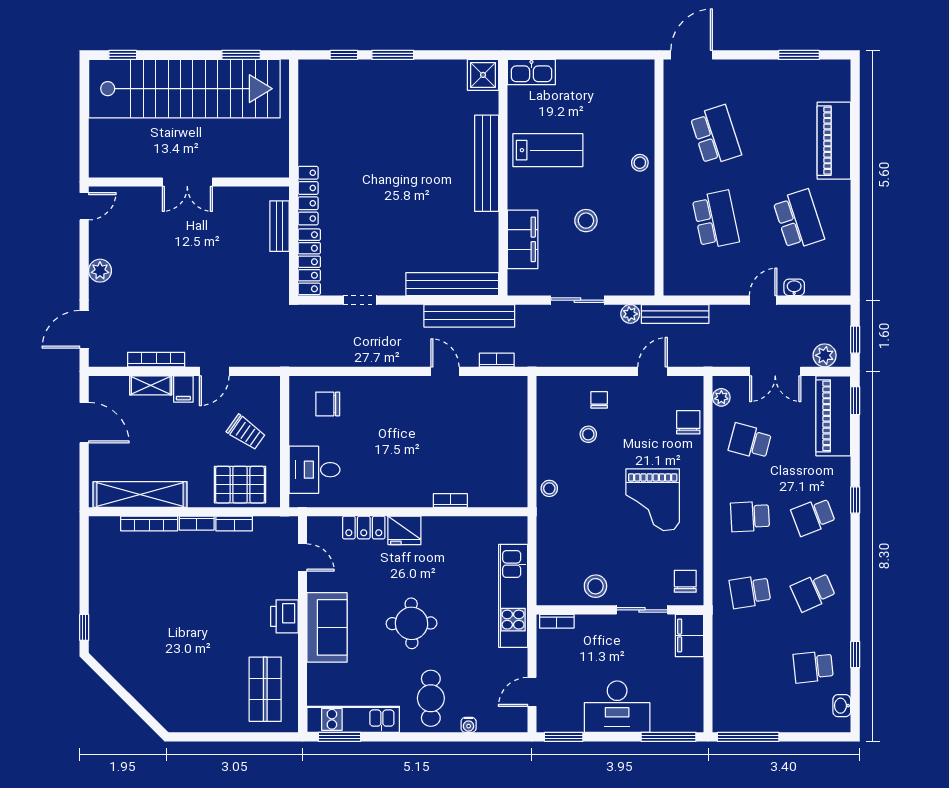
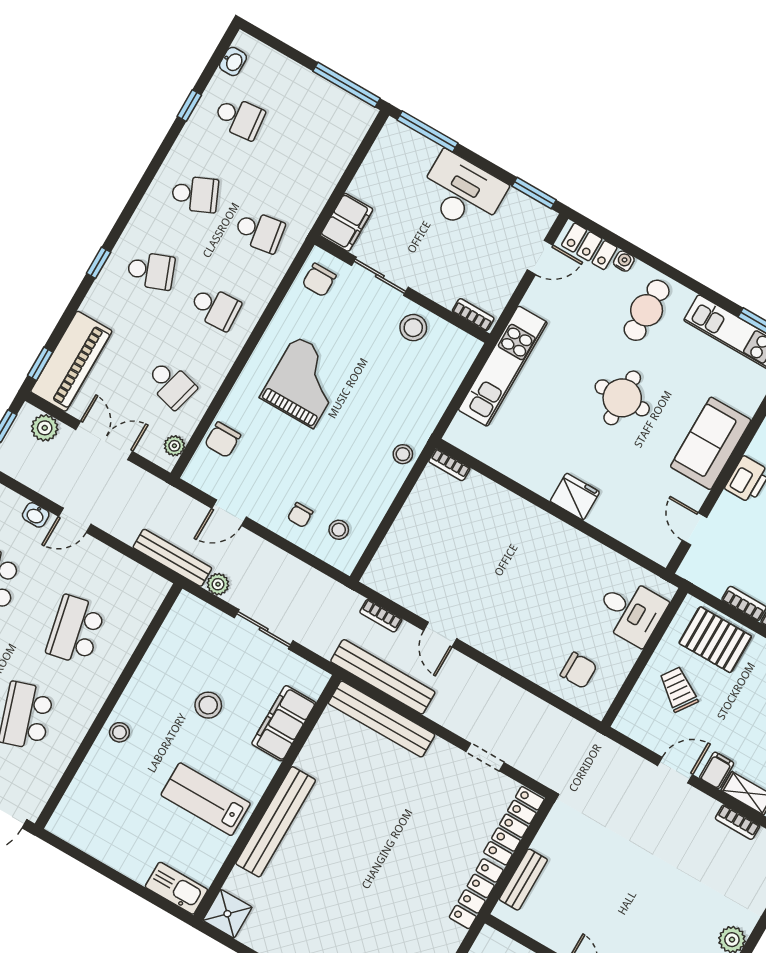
bookcase: (156, 360) -> (738, 822), width x0.64
stool: (588, 434) -> (339, 530), moved
bookcase: (450, 500) -> (449, 465), moved
locker: (364, 528) -> (589, 246), moved, turned 180

